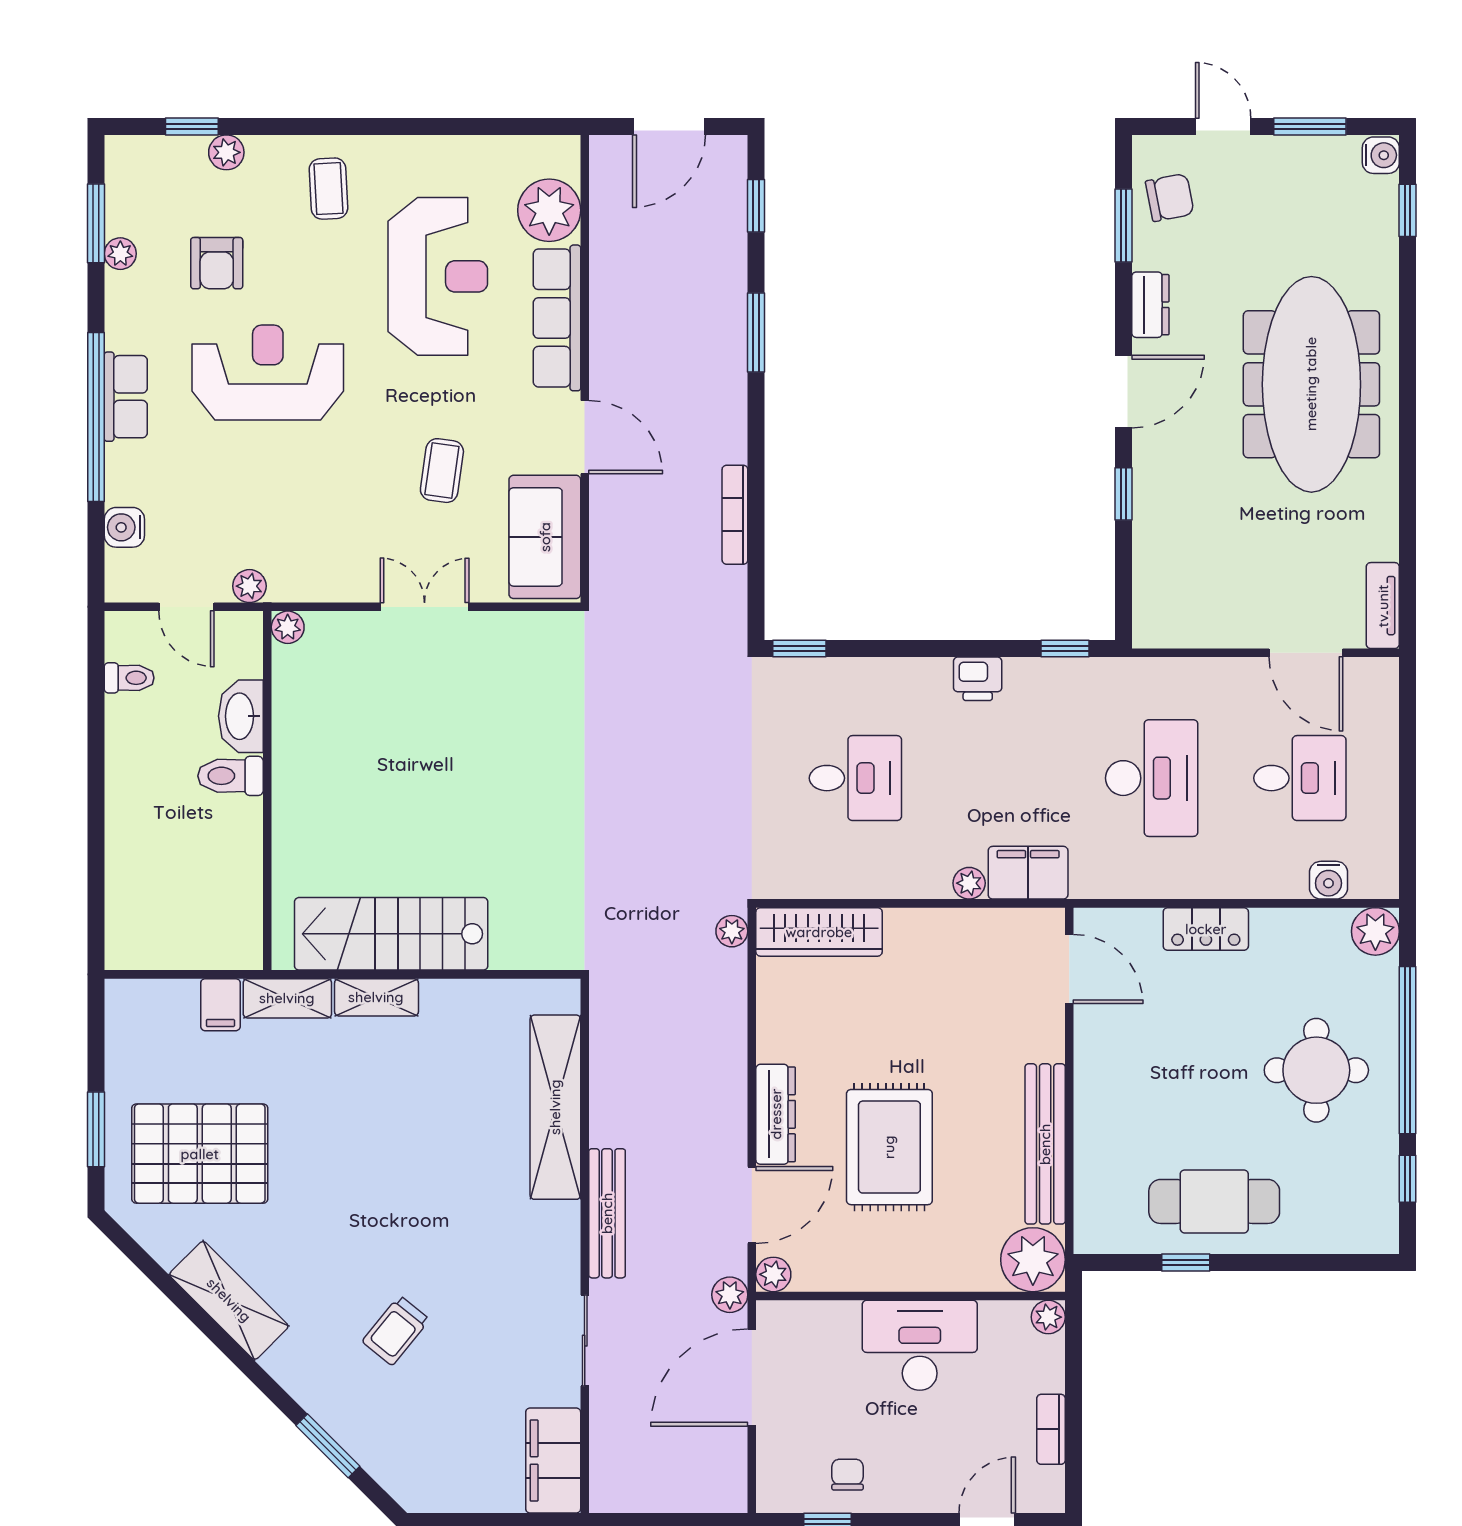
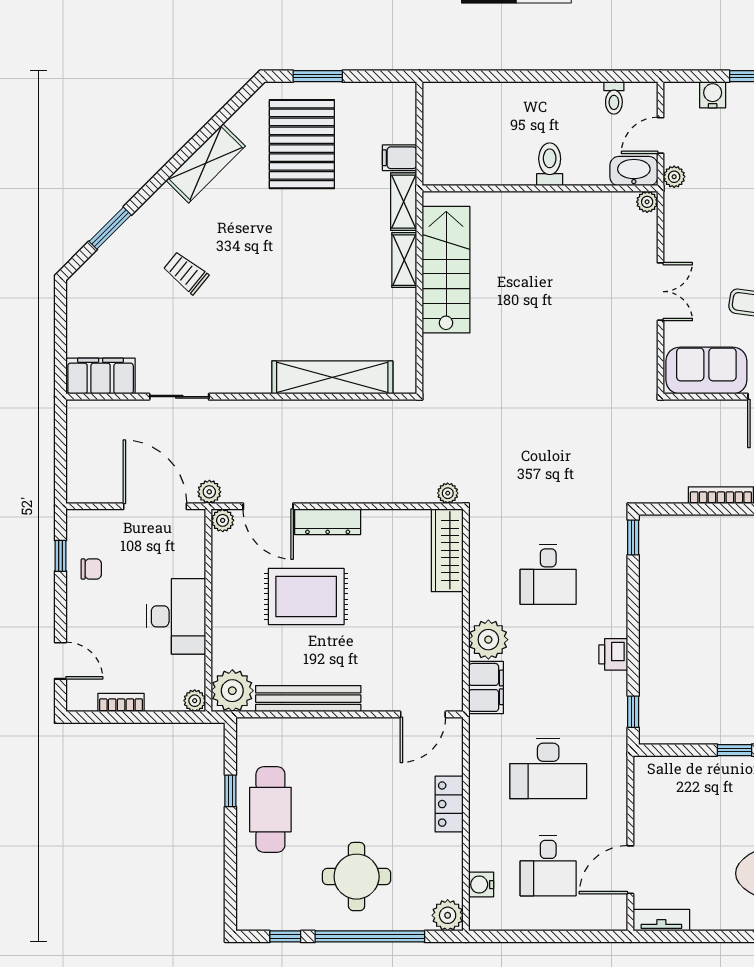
washbasin: (241, 716) -> (634, 171), moved
plant: (969, 883) -> (488, 640), width x1.88, depth x1.88
bench: (607, 1213) -> (263, 411), removed

